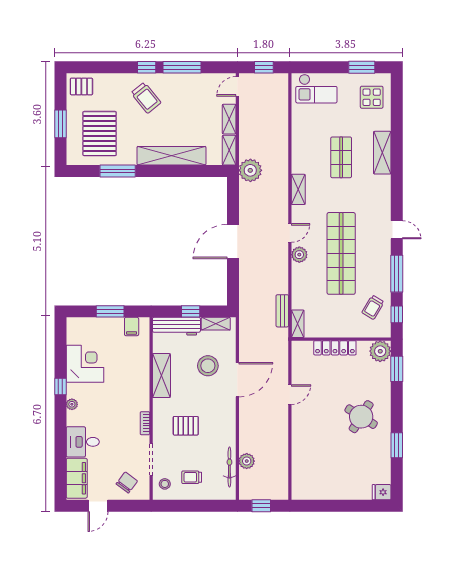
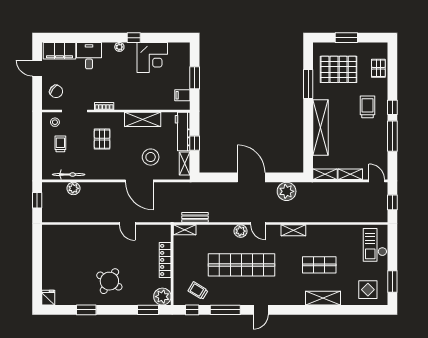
pallet: (81, 86) -> (378, 68), moved
trolley: (146, 98) -> (368, 107), turned 129
plant: (250, 170) -> (287, 191), moved

